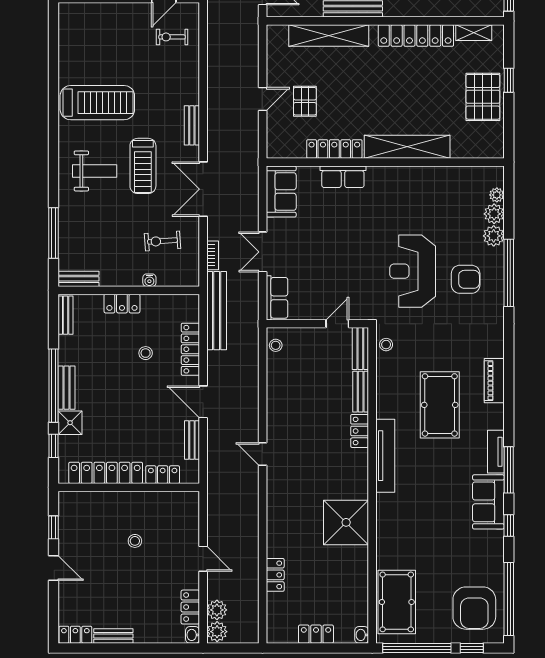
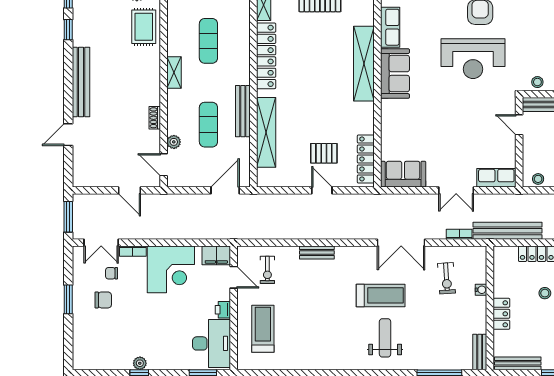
treadmill: (97, 103) -> (263, 329), moved, width x0.73, depth x0.73
bench: (192, 125) -> (317, 252), moved
locker: (334, 149) -> (366, 159), moved
row of seats: (343, 177) -> (390, 27), moved
sofa: (396, 182) -> (395, 74), added
bench: (66, 315) -> (518, 363), width x1.36

